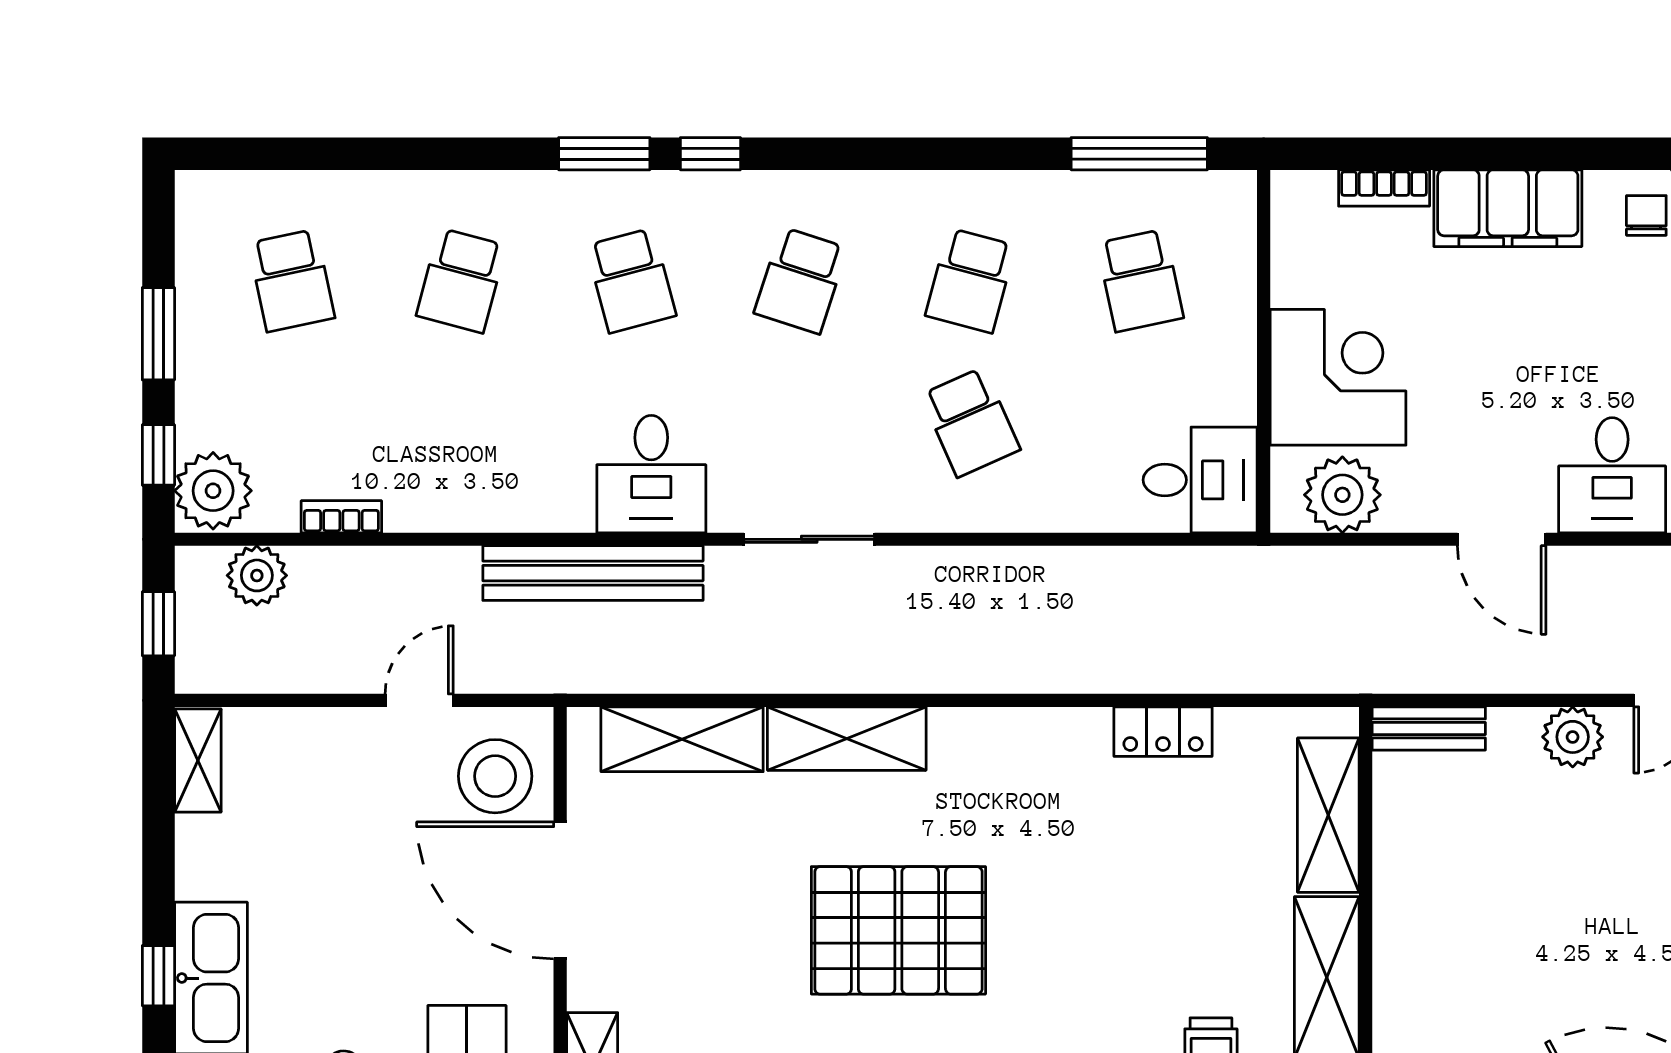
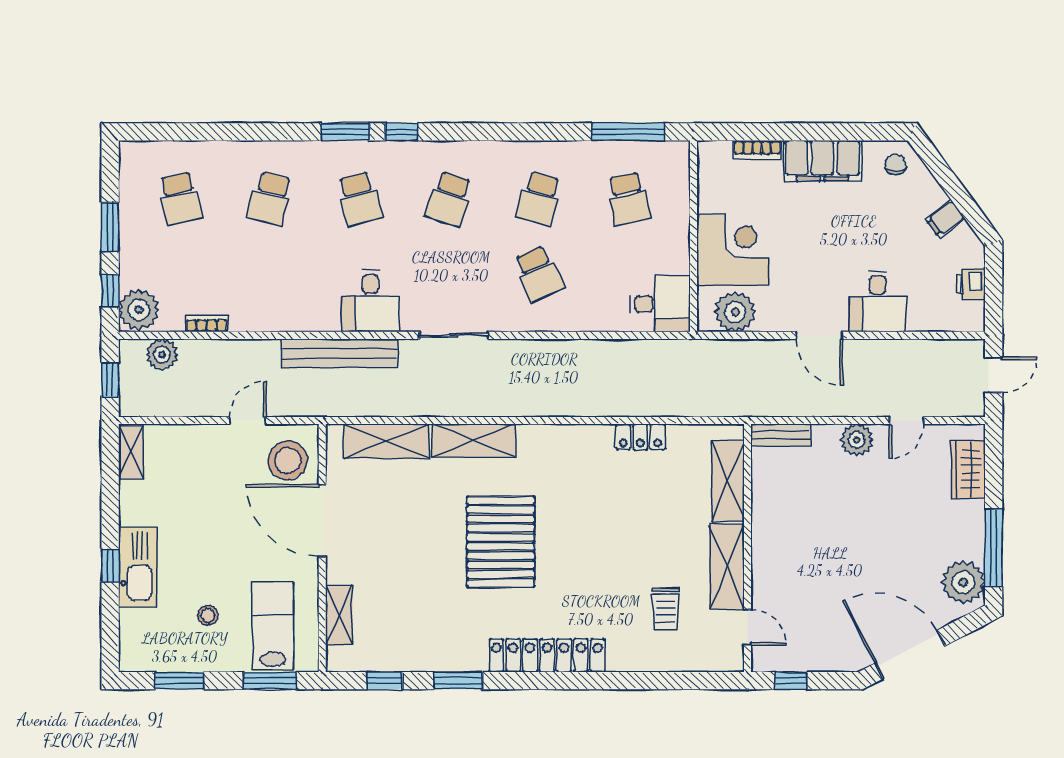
pallet: (898, 930) -> (501, 542), turned 90

